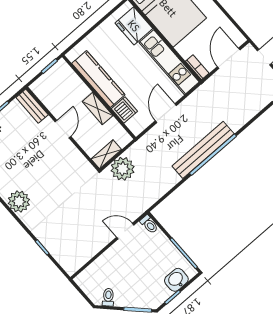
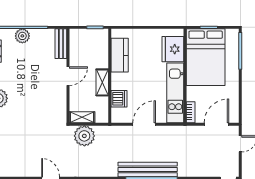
kitchen counter: (98, 79) -> (120, 55), width x0.67

